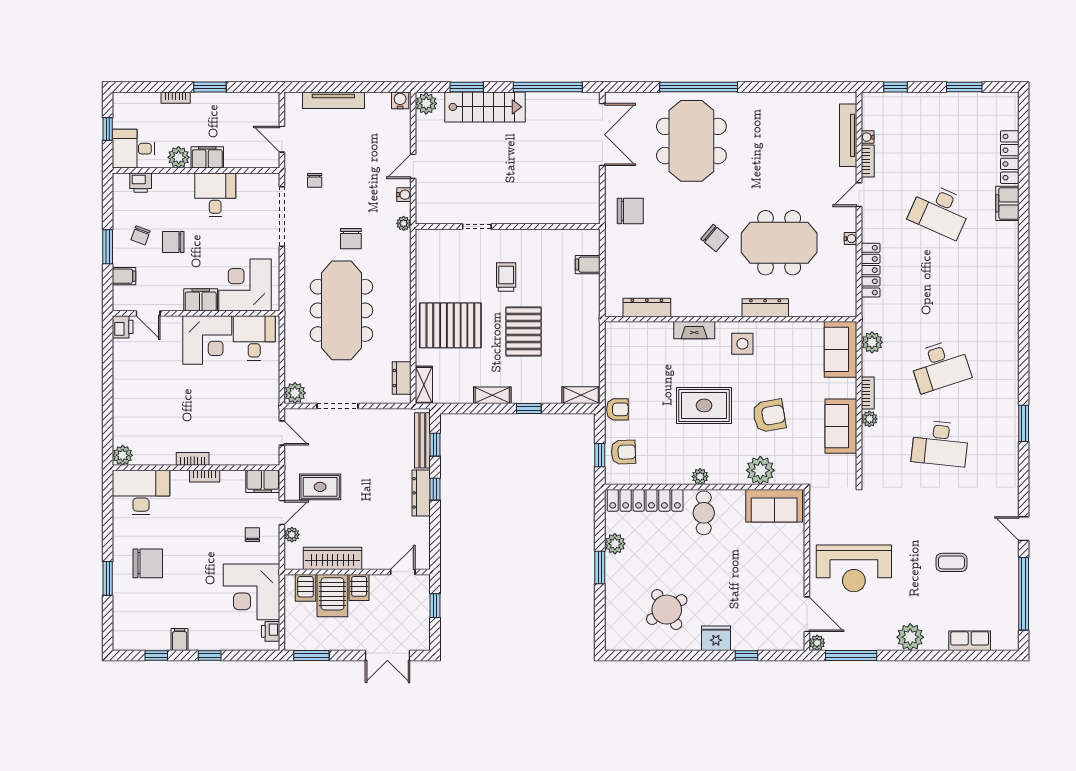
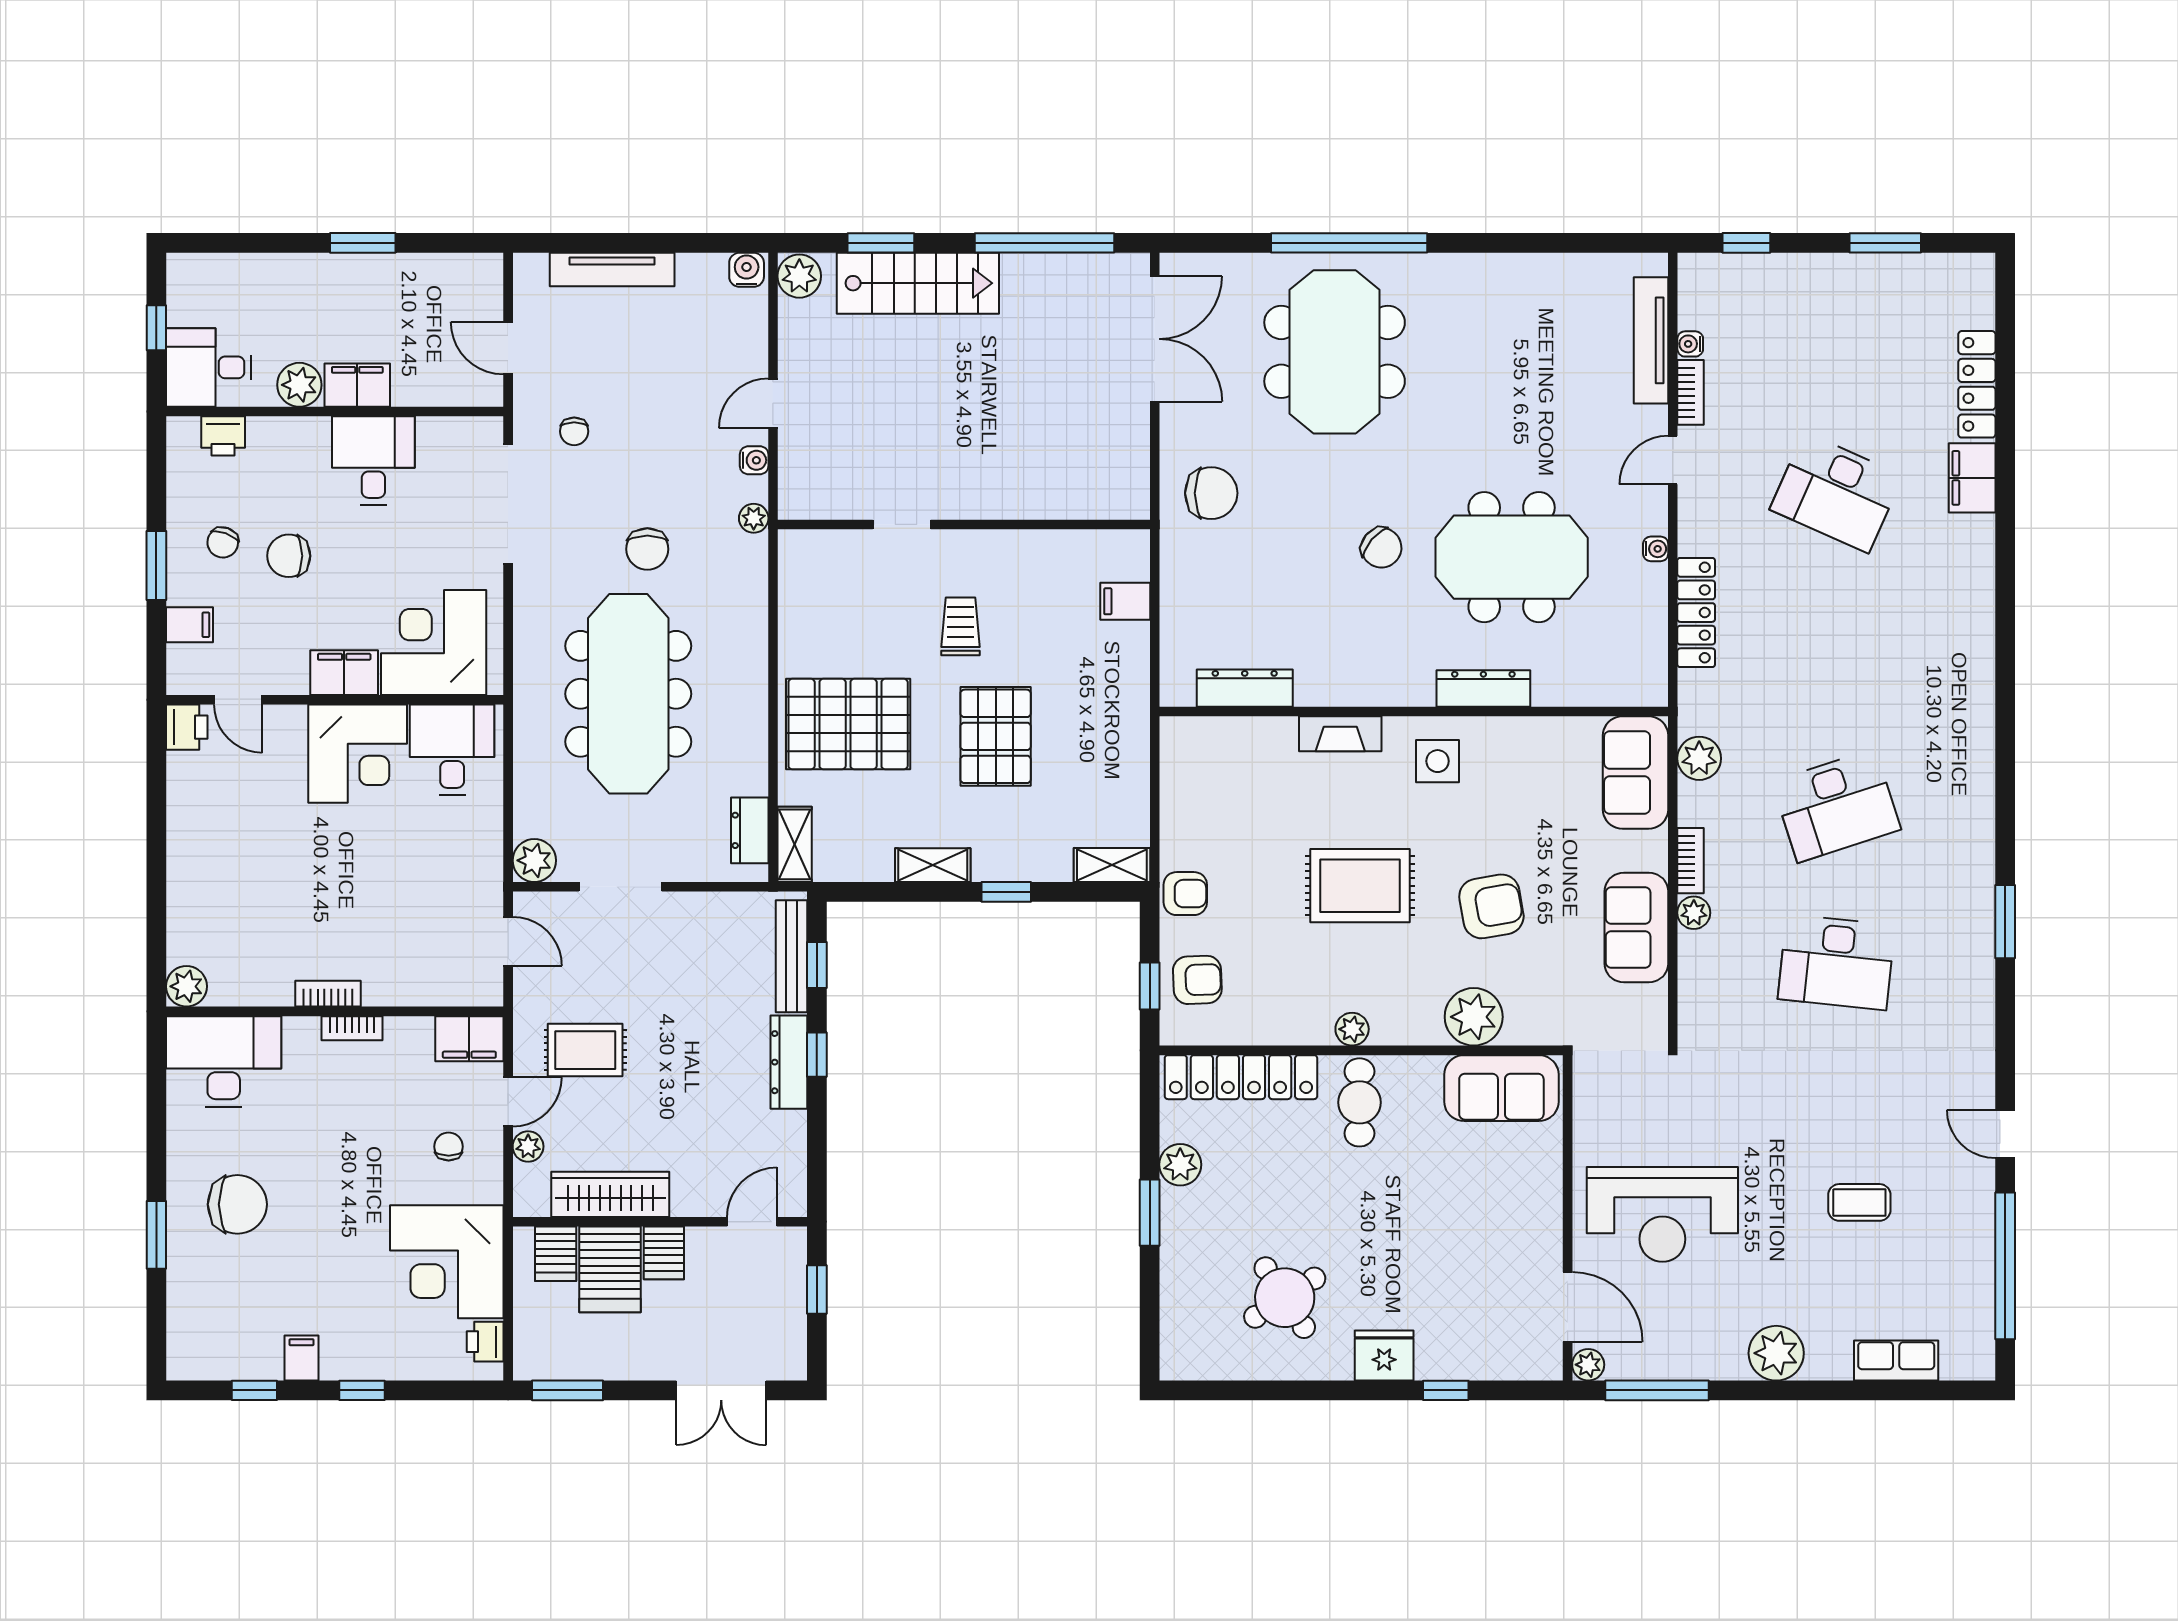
bookcase: (176, 98) -> (293, 264), removed

